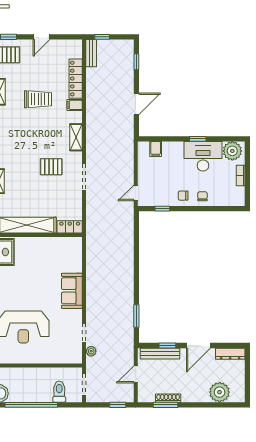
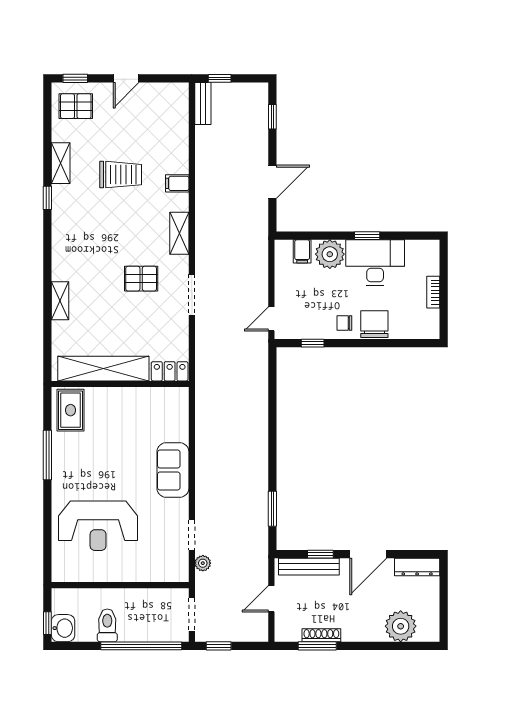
locker: (76, 79) -> (179, 143), removed
plant: (232, 151) -> (330, 254), moved
chair: (202, 196) -> (374, 324), width x1.87, depth x1.87
toilet: (59, 392) -> (107, 625), moved
window: (31, 405) -> (141, 646), moved
window: (118, 405) -> (219, 646), moved

